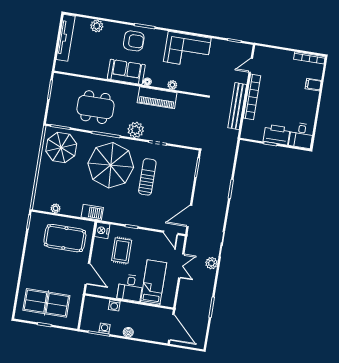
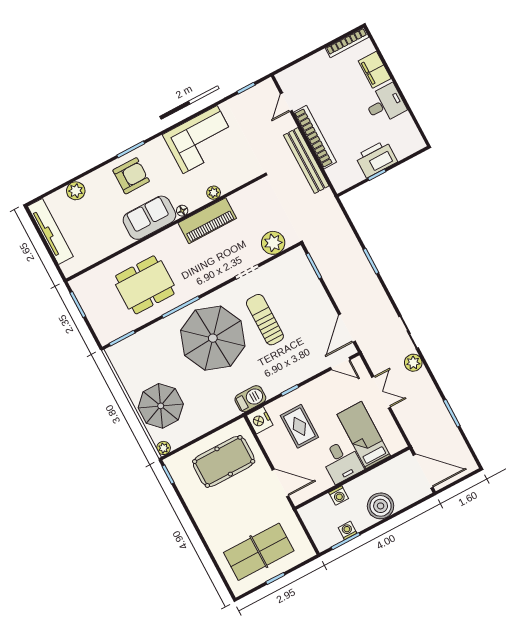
filing cabinet: (313, 85) -> (375, 70), width x2.00
plant: (136, 130) -> (273, 243), moved
desk: (301, 135) -> (385, 104), moved, turned -90
parasol: (61, 148) -> (161, 406), moved
plant: (56, 208) -> (164, 448), moved
barbecue: (92, 212) -> (250, 399), moved
boiler: (128, 332) -> (381, 506), width x1.86, depth x1.86

